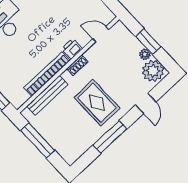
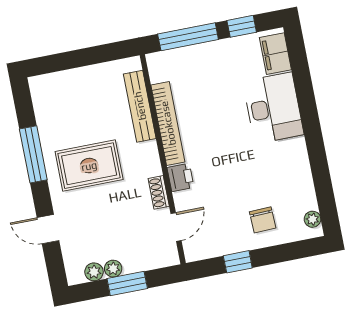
shoe rack: (77, 65) -> (159, 192), moved
plant: (153, 71) -> (94, 272), width x0.53, depth x0.53
window: (38, 140) -> (88, 56), removed

